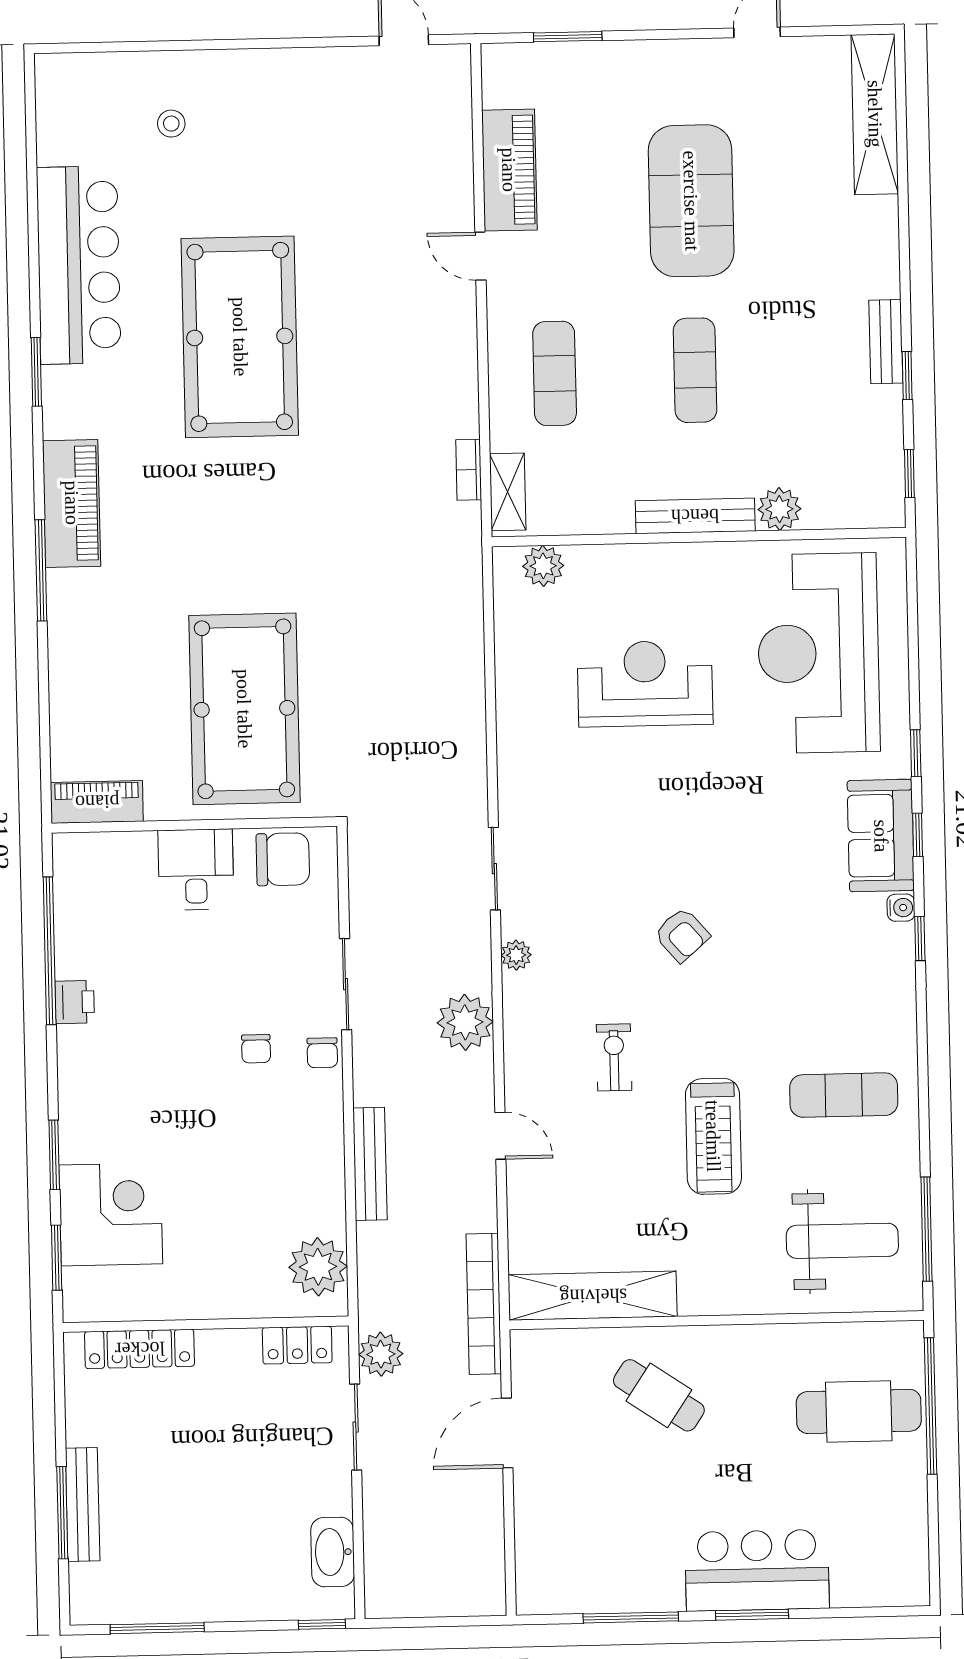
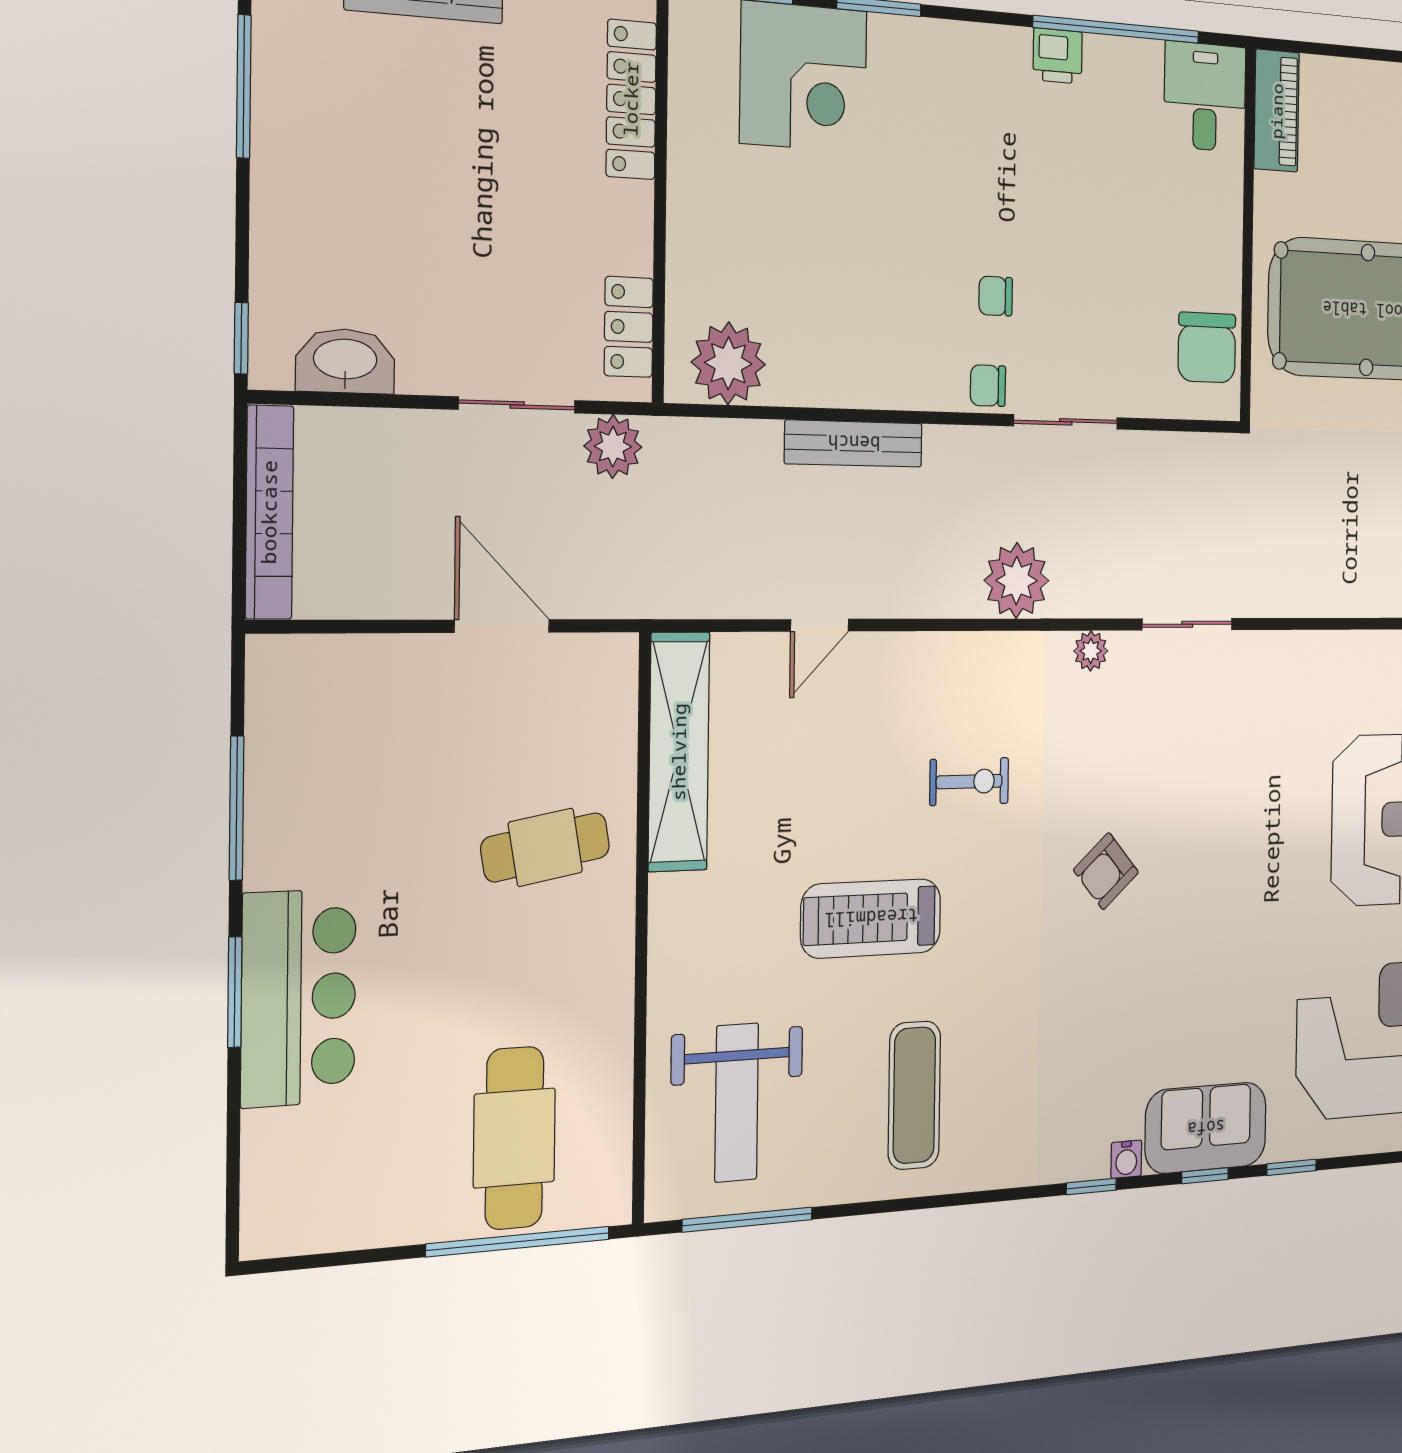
desk: (196, 869) -> (1205, 97), moved, turned -90
door: (500, 1136) -> (820, 625), moved
bookcase: (484, 1304) -> (269, 512), moved, turned 90
cafe table: (659, 1395) -> (545, 847), turned 46

